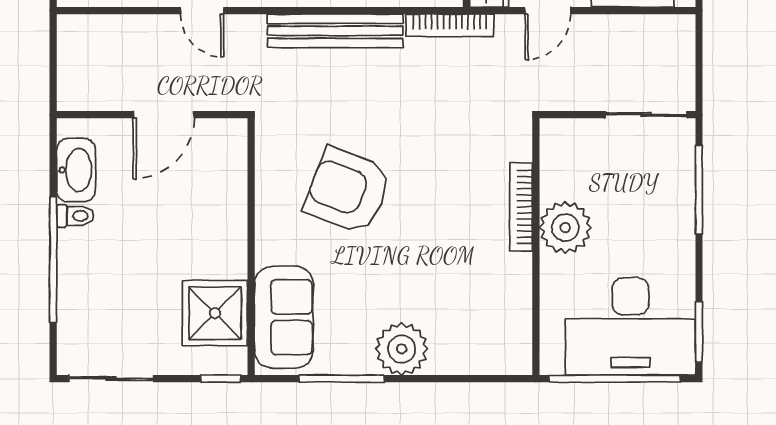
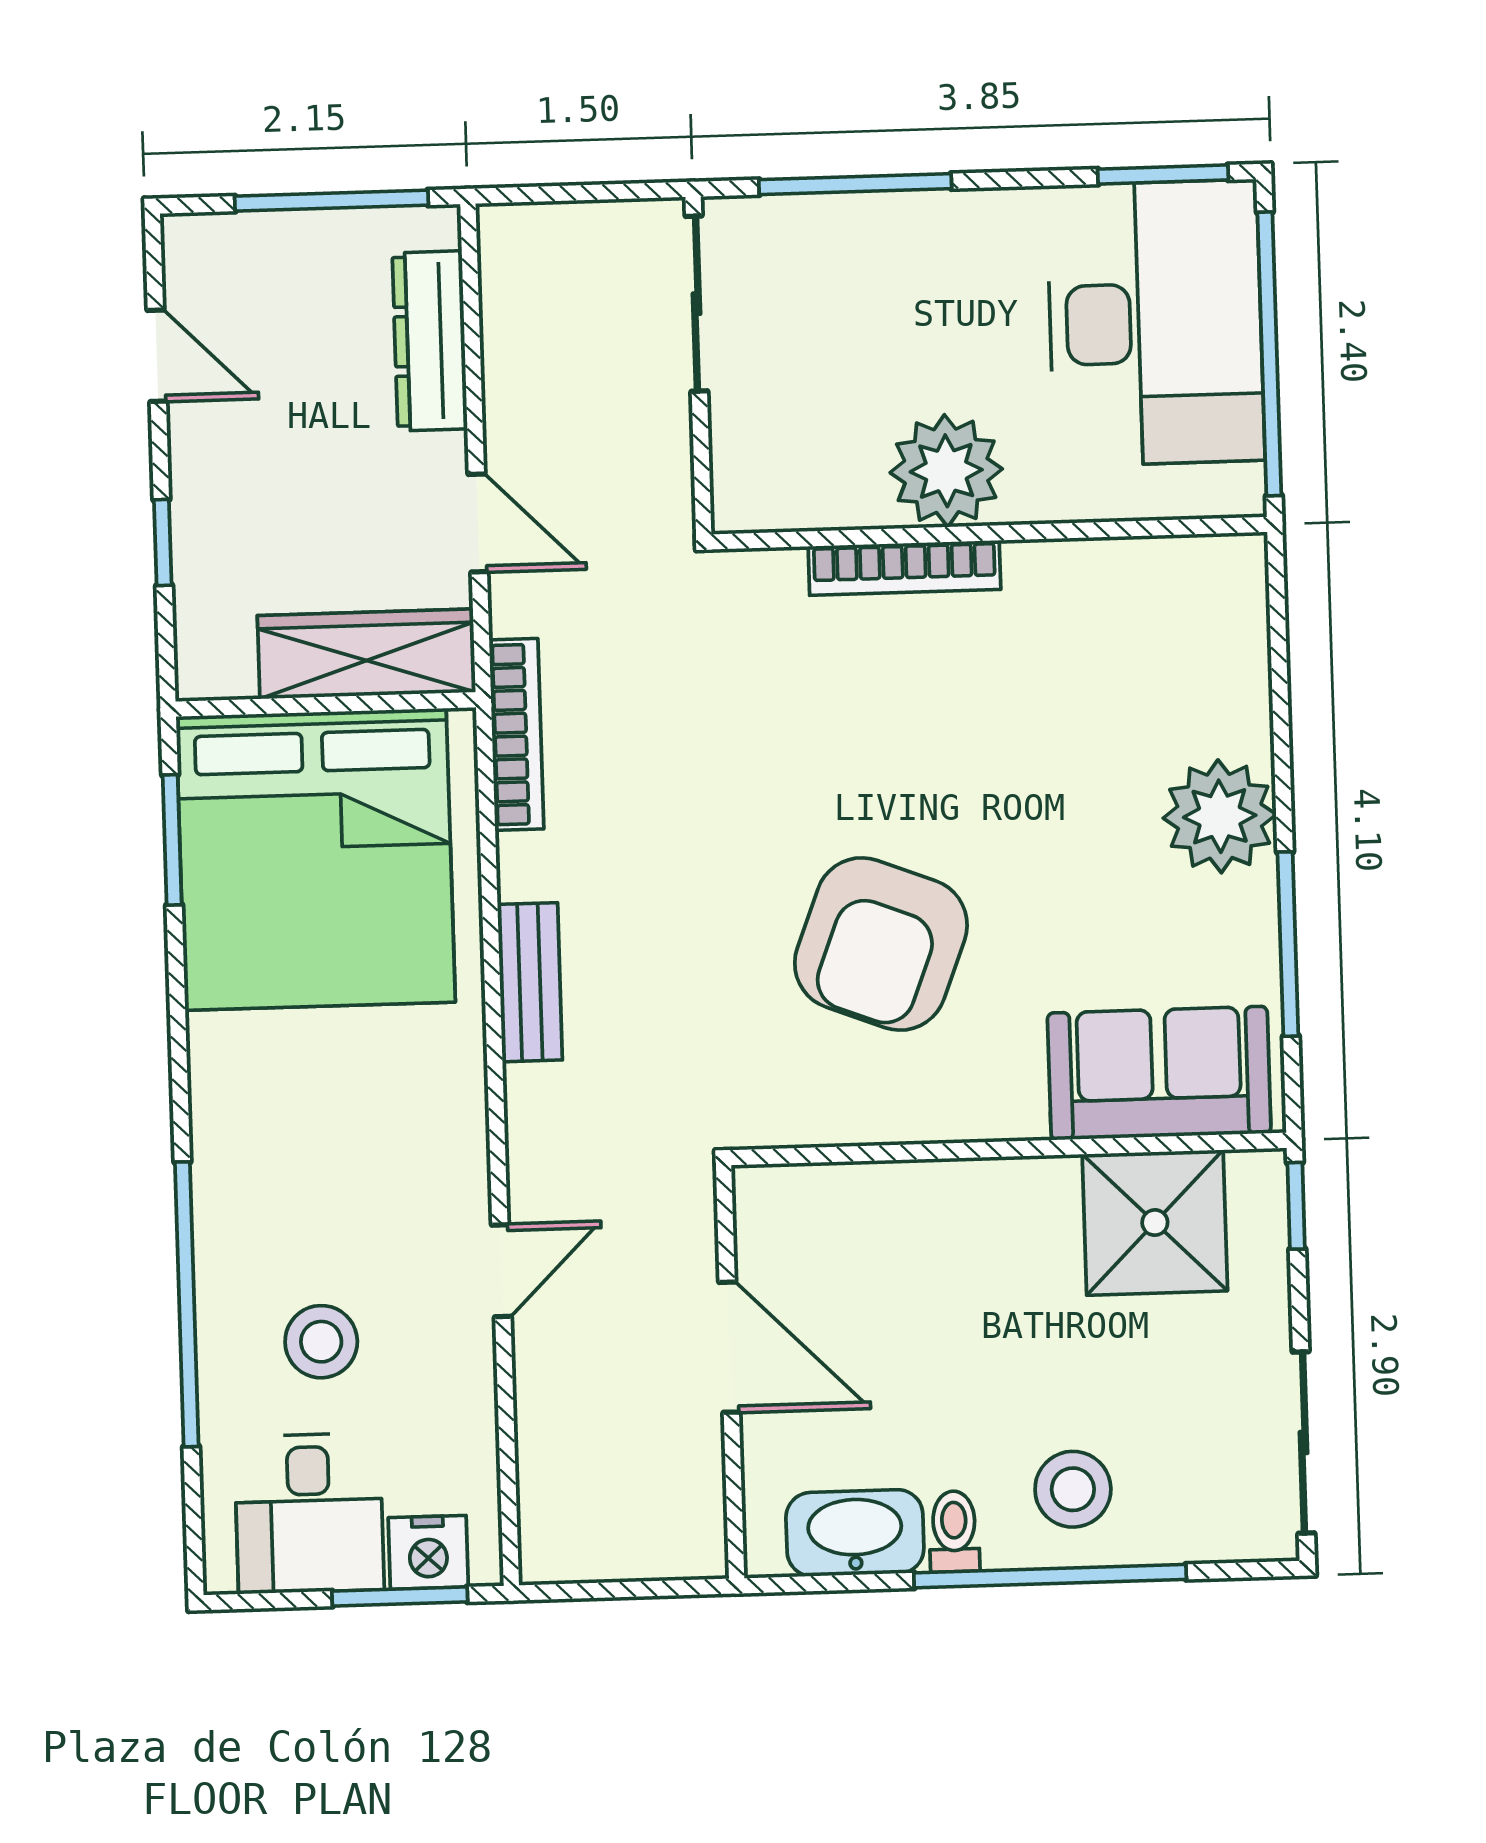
bench: (335, 31) -> (530, 982), width x0.54, depth x0.82
stool: (93, 271) -> (1073, 1489), added

